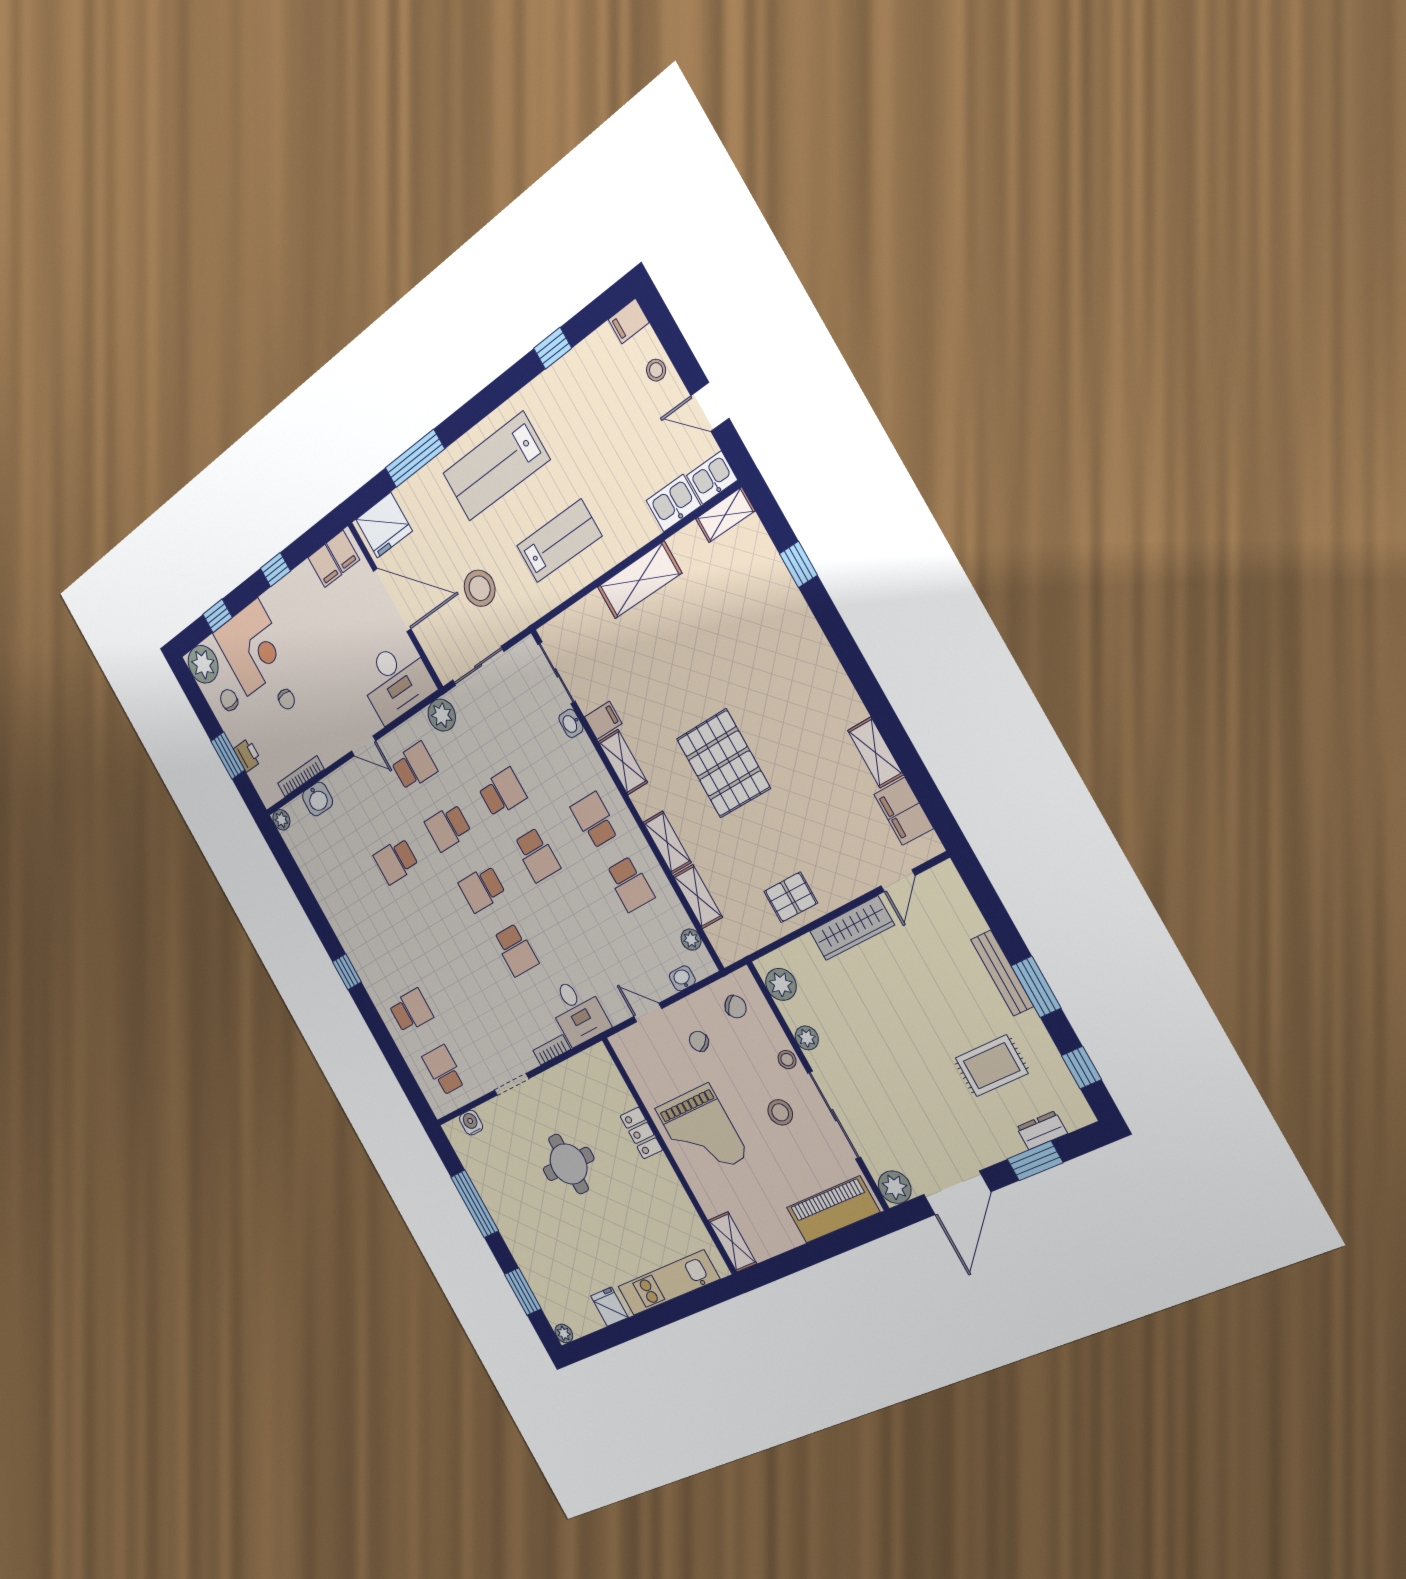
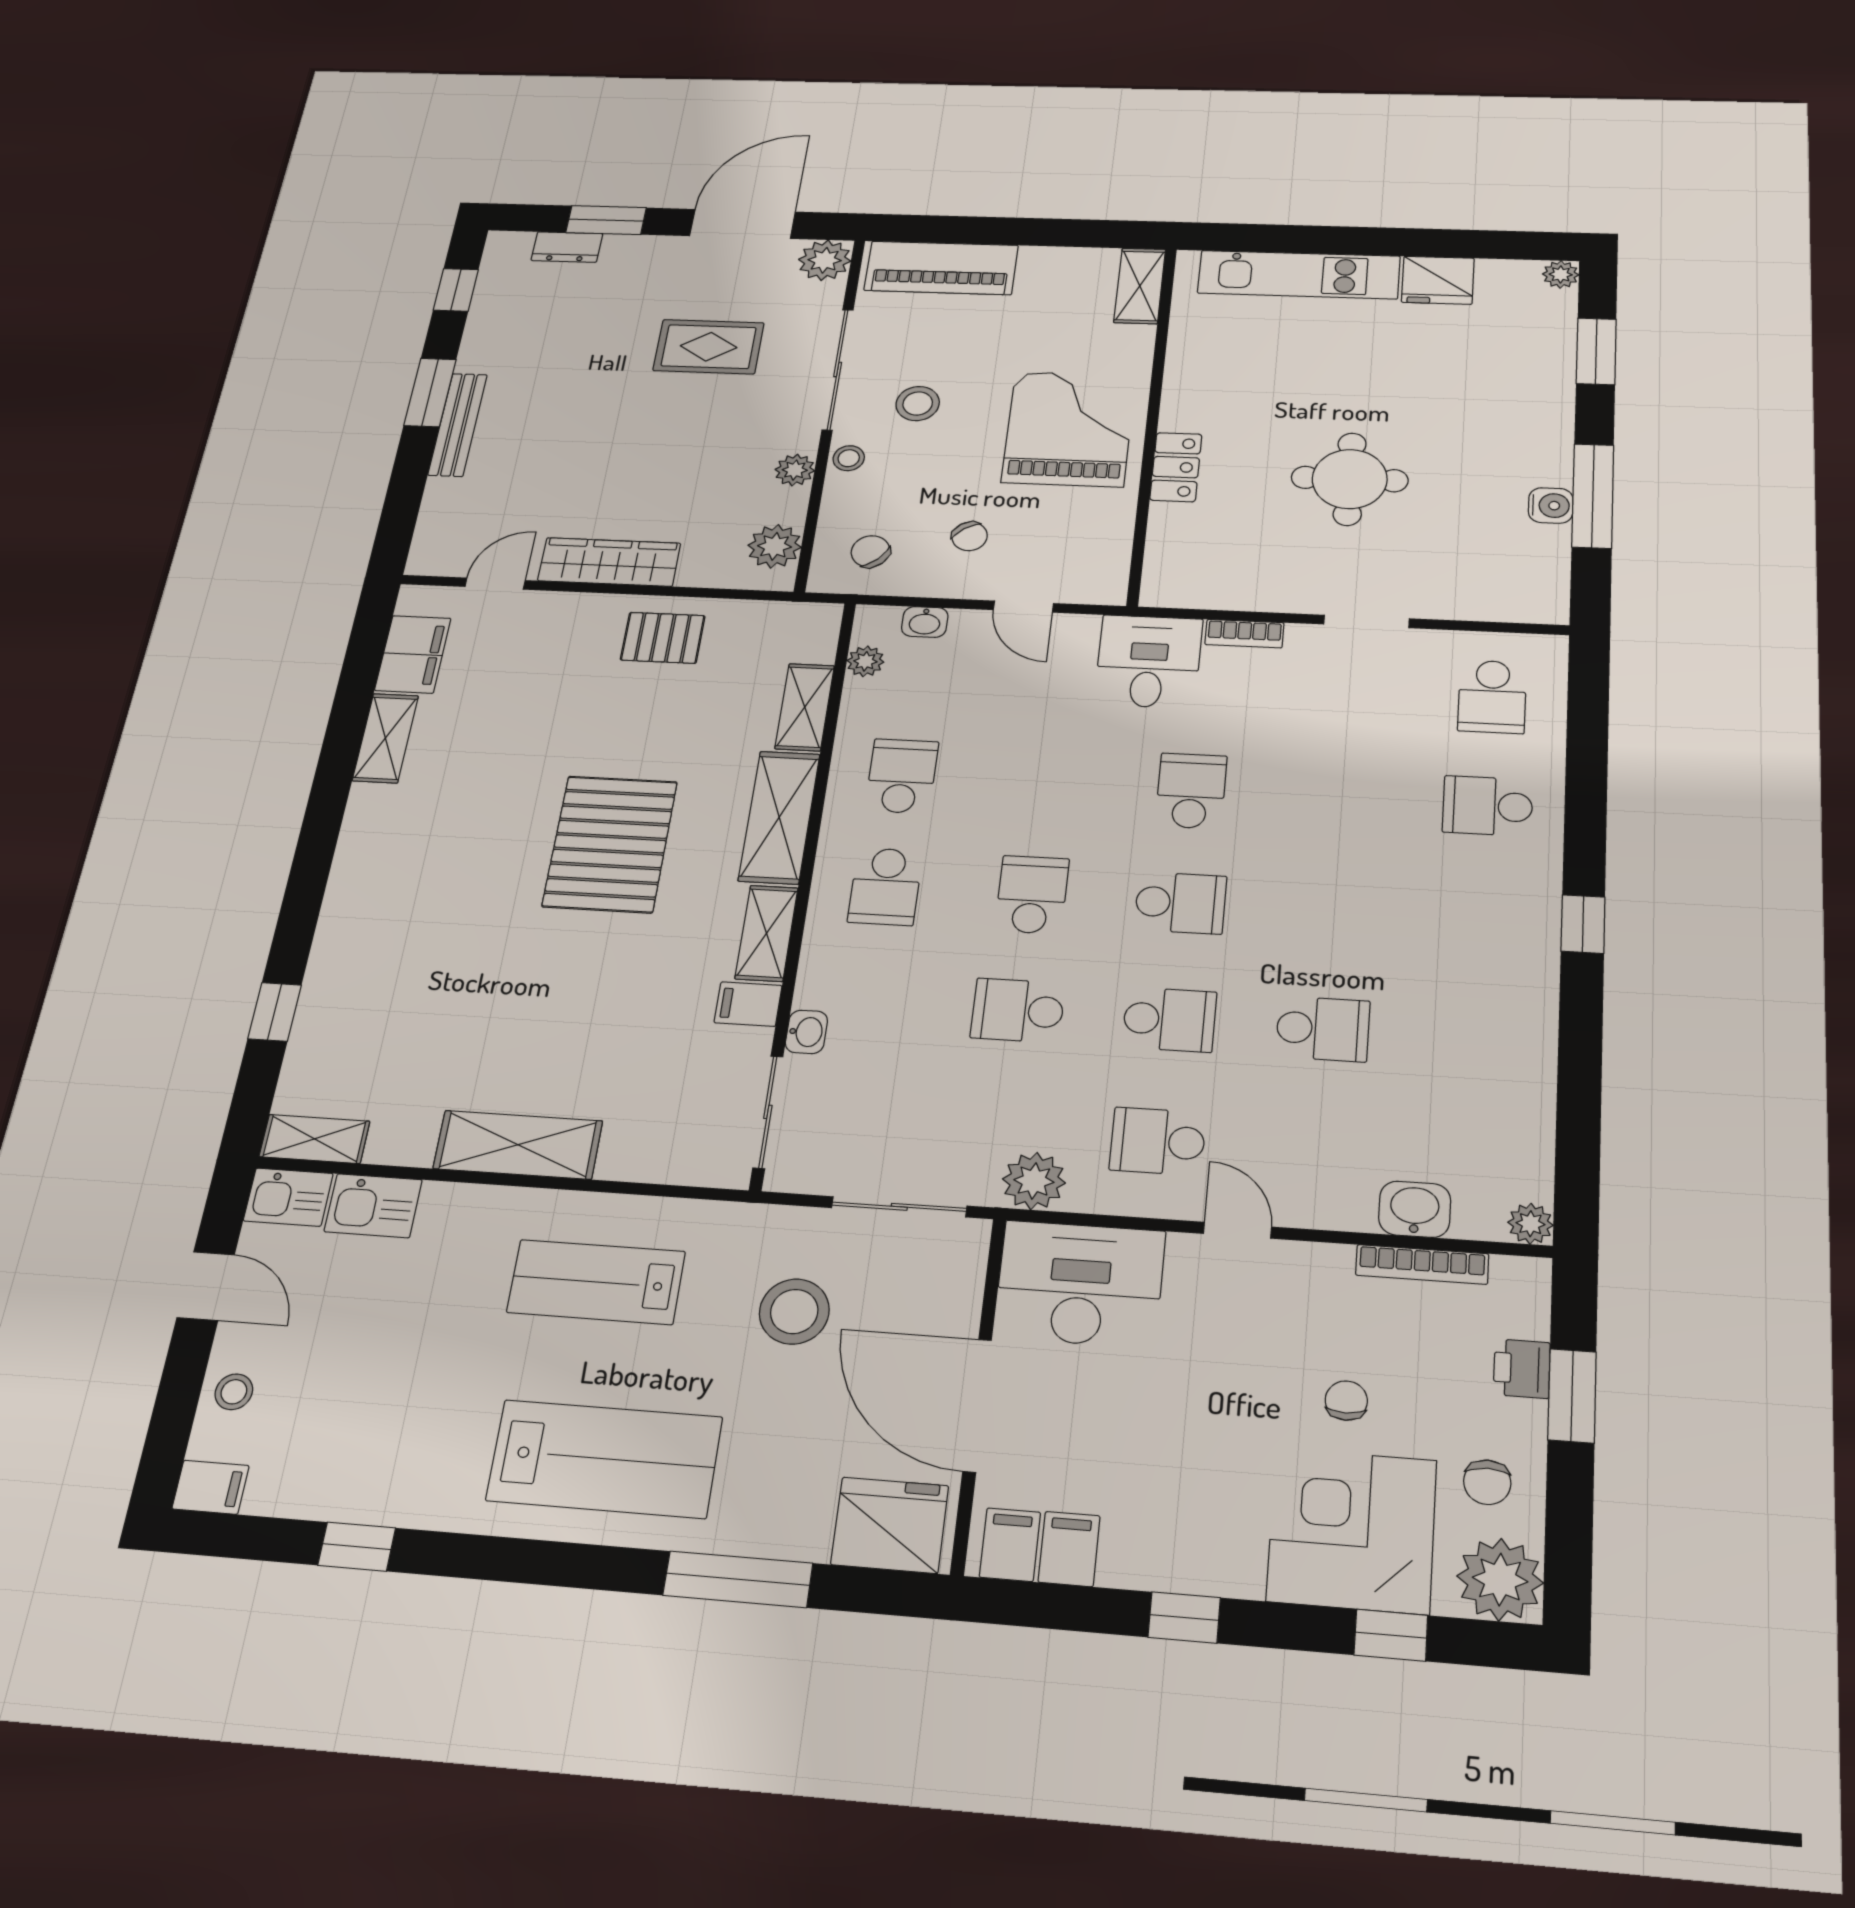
shelving: (667, 842) -> (779, 817), width x1.50, depth x1.33
rug: (992, 1066) -> (709, 347), moved
water cooler: (471, 1123) -> (1551, 506), moved, turned -90
fridge: (609, 1307) -> (1438, 280), width x1.38

